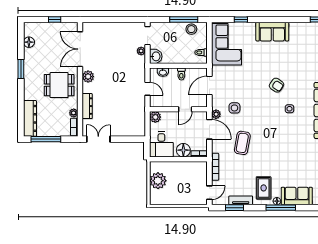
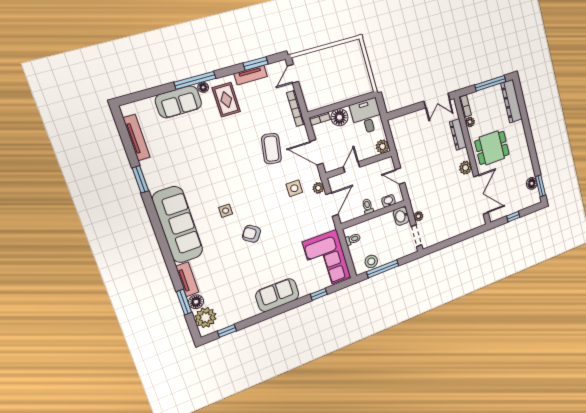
window: (21, 69) -> (540, 186), moved
plant: (216, 114) -> (318, 188), moved
plant: (158, 181) -> (358, 71), removed

